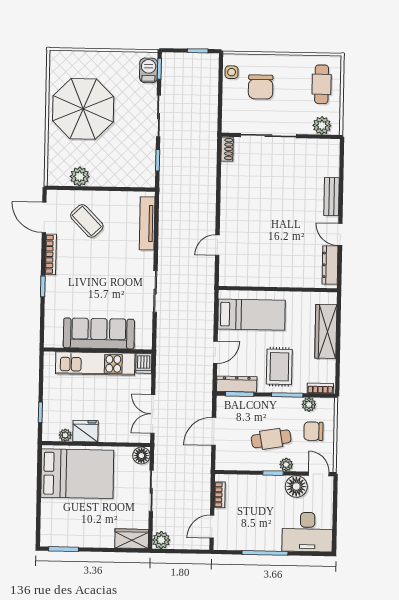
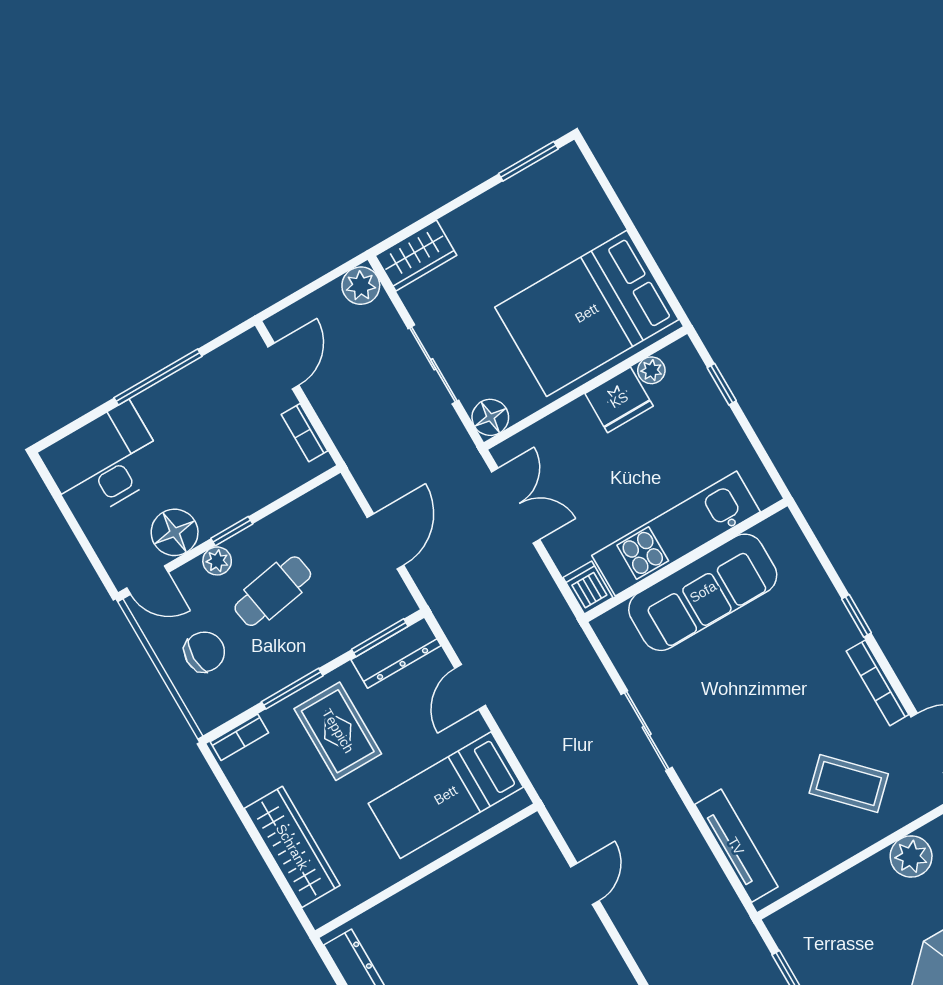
plant: (309, 405) -> (242, 695), removed

